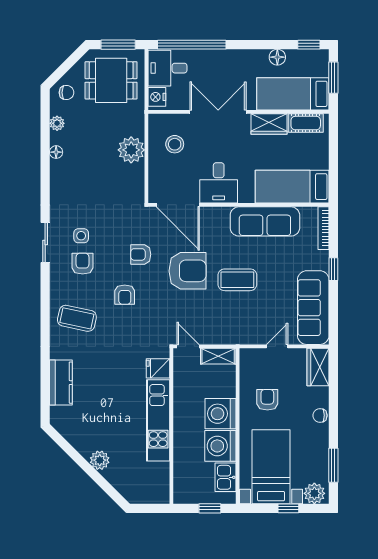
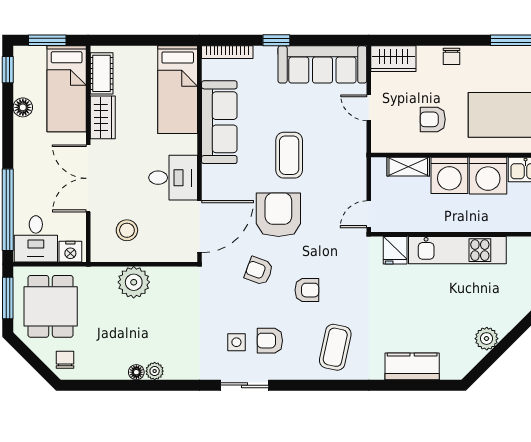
plant: (57, 123) -> (155, 371), moved
armchair: (141, 254) -> (259, 271), turned 110
shelving: (218, 356) -> (408, 167), moved, turned 90
plant: (100, 460) -> (487, 339), moved

